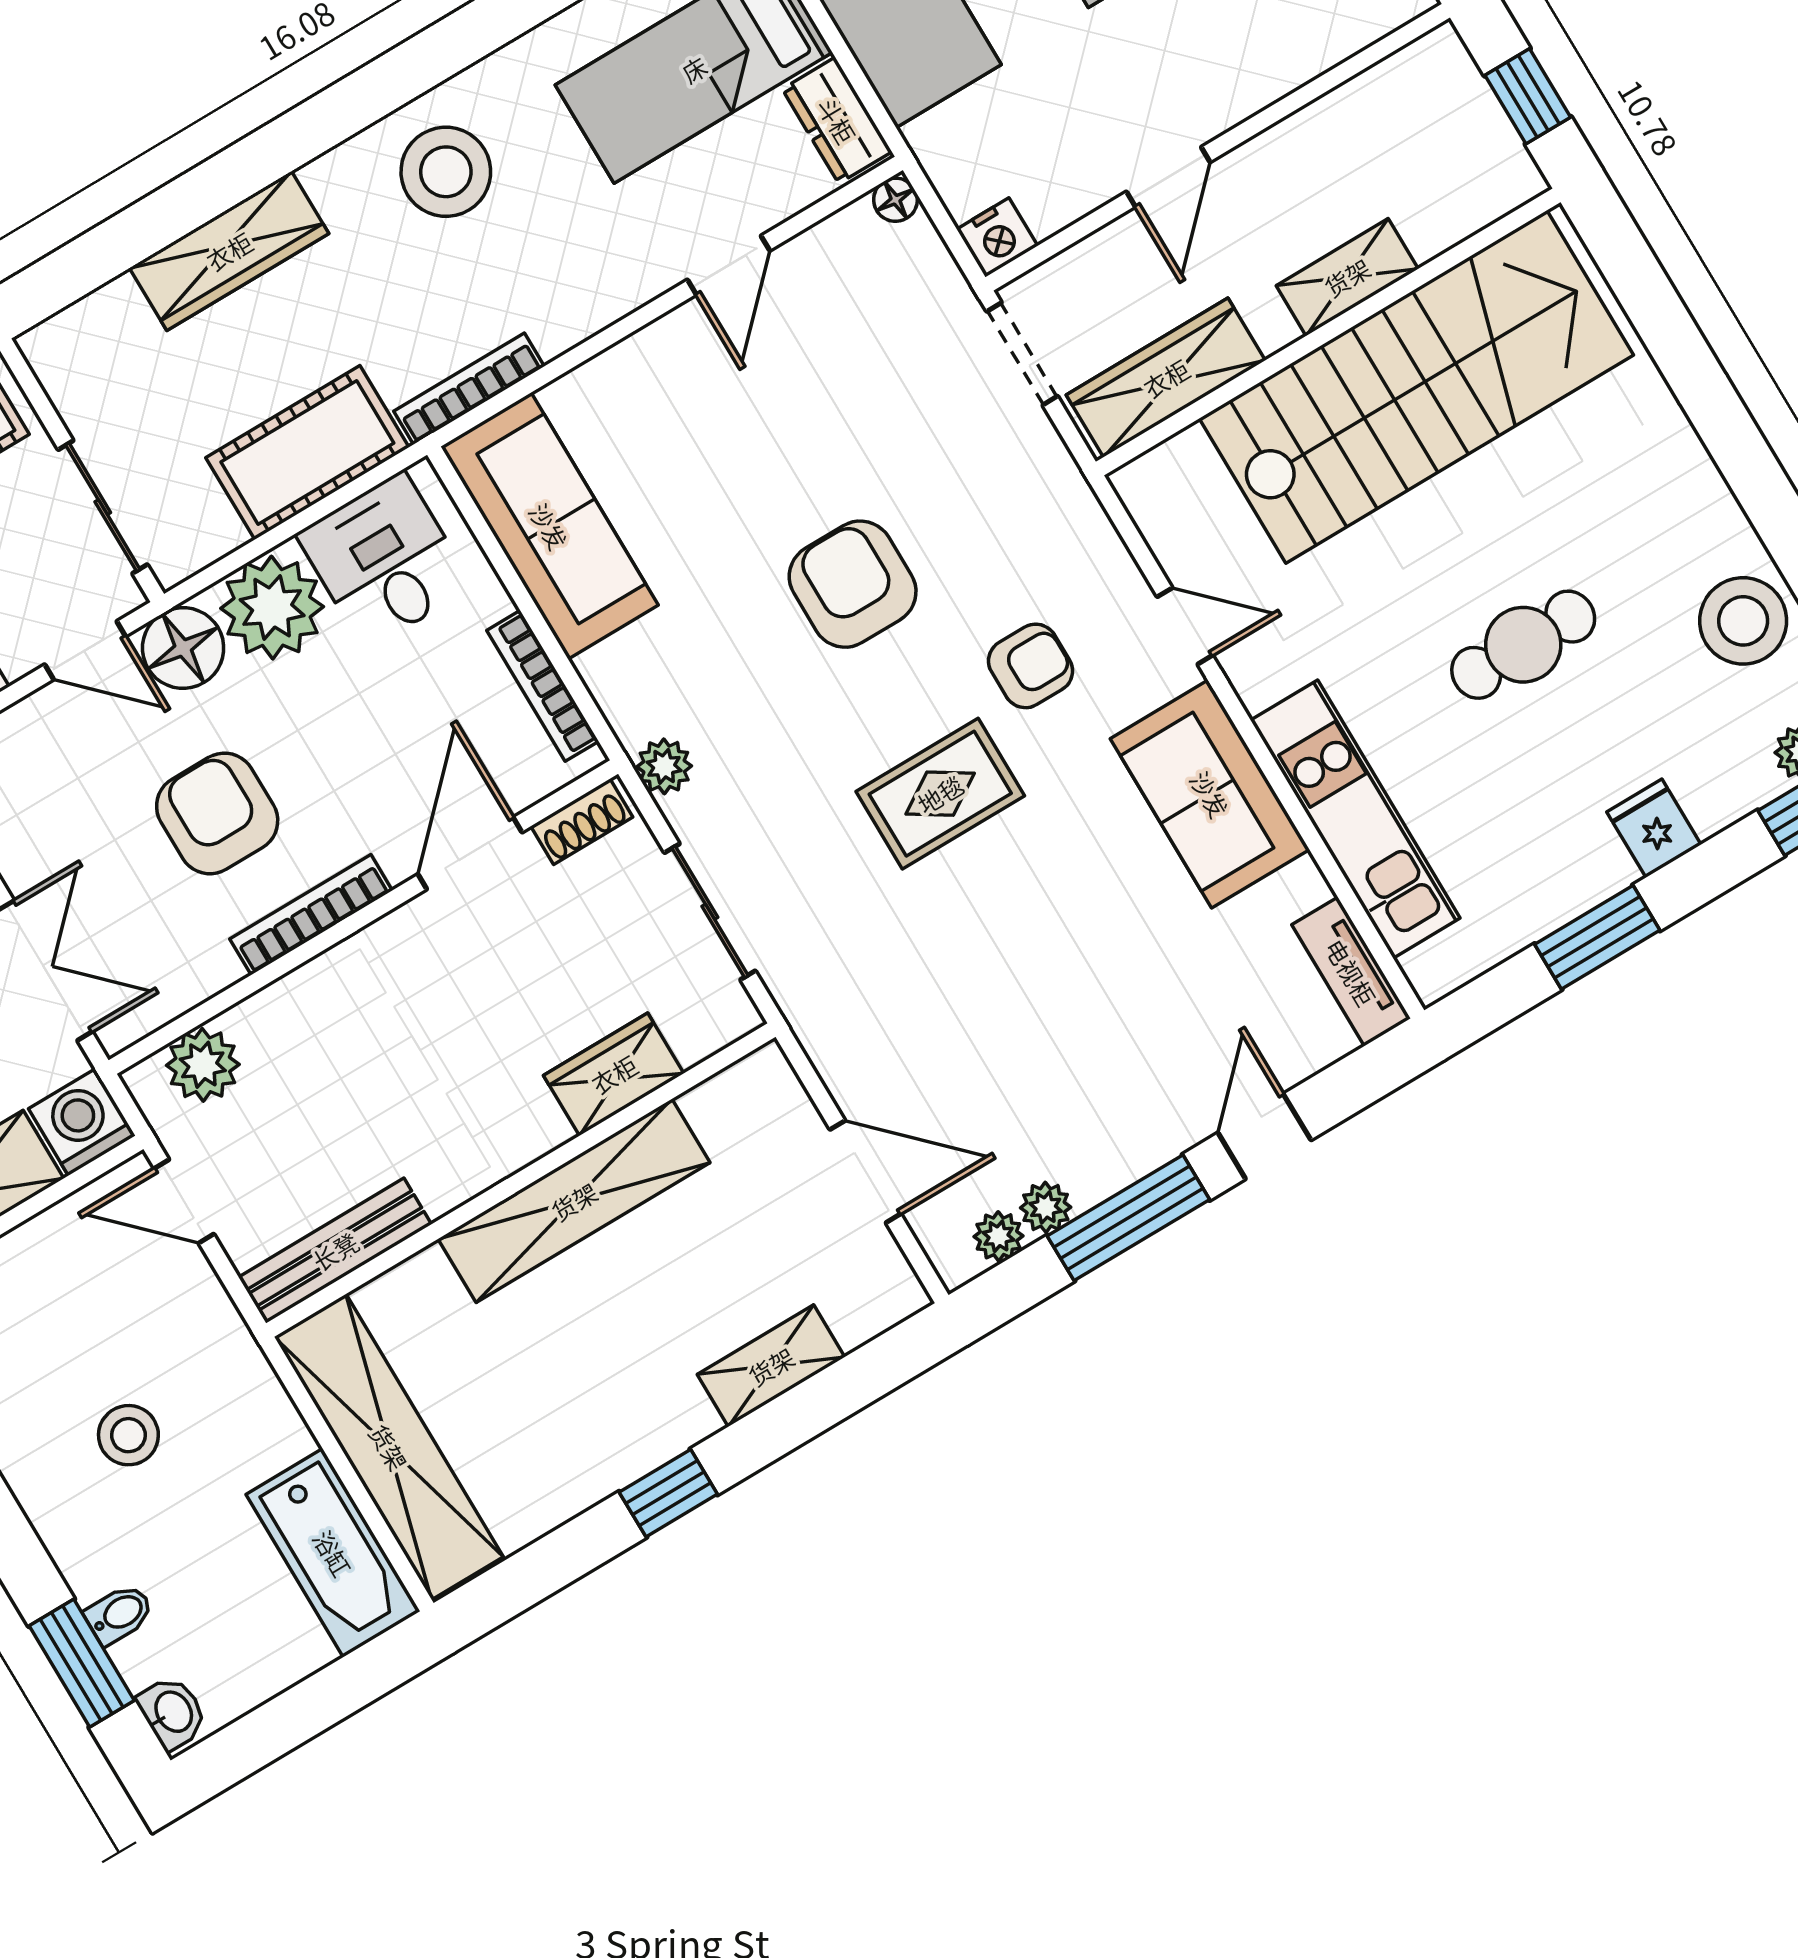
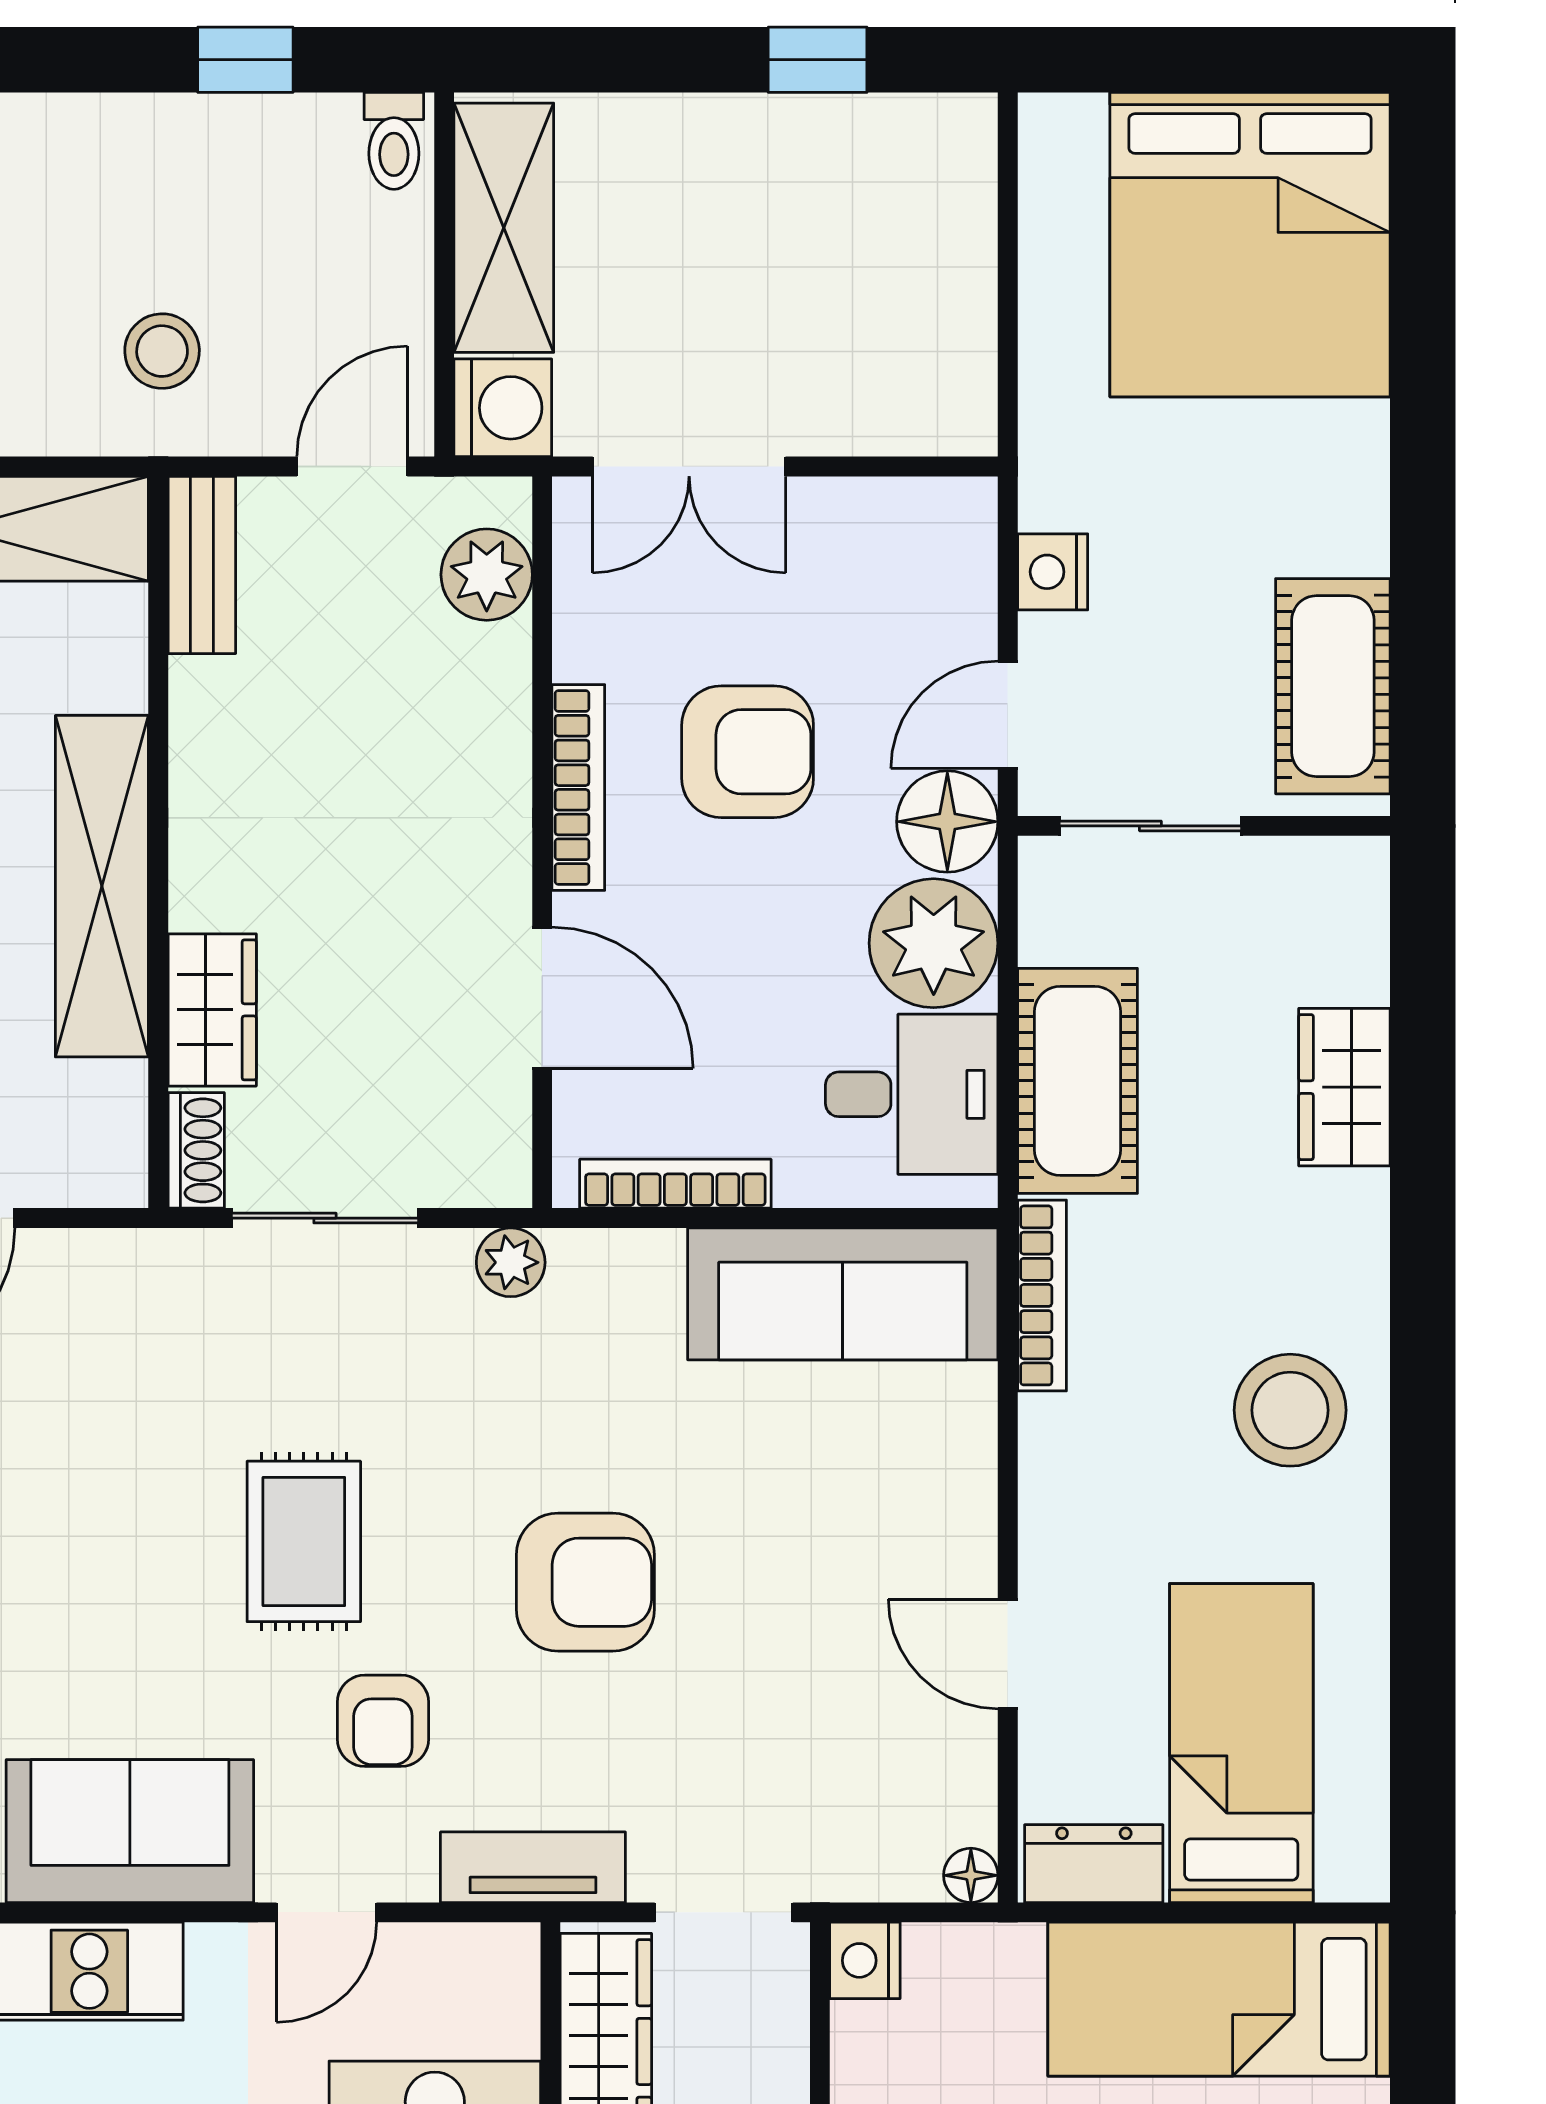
wardrobe: (229, 251) -> (1344, 1087), width x0.67
tv unit: (1069, 503) -> (533, 1867), added
shoe rack: (582, 822) -> (196, 1150), moved, turned 180
bench: (335, 1251) -> (202, 565), width x0.73
stool: (128, 1435) -> (162, 351), moved

